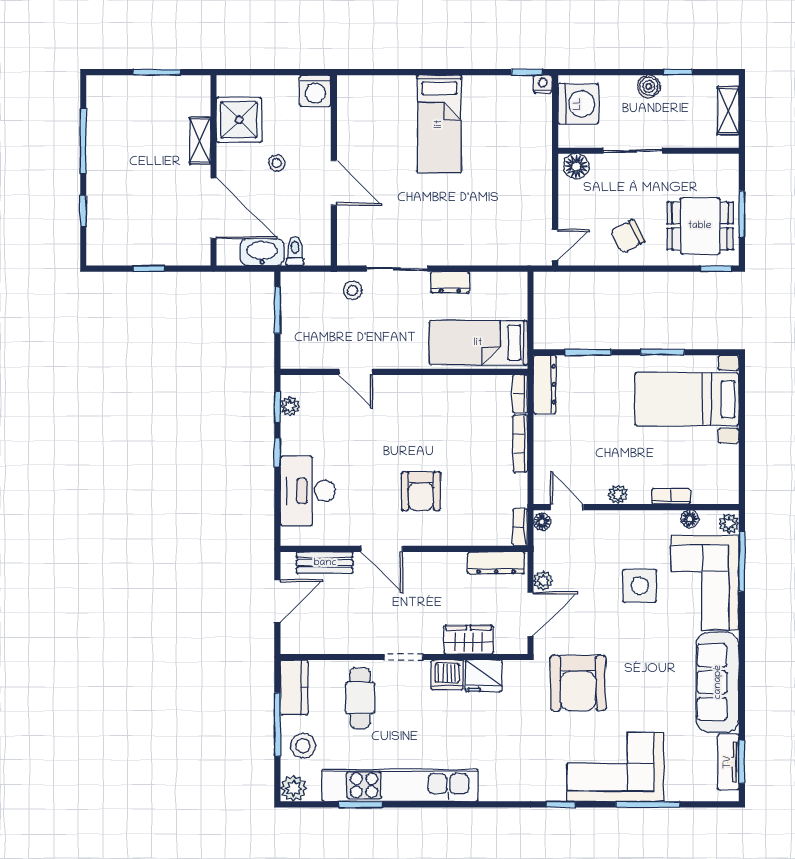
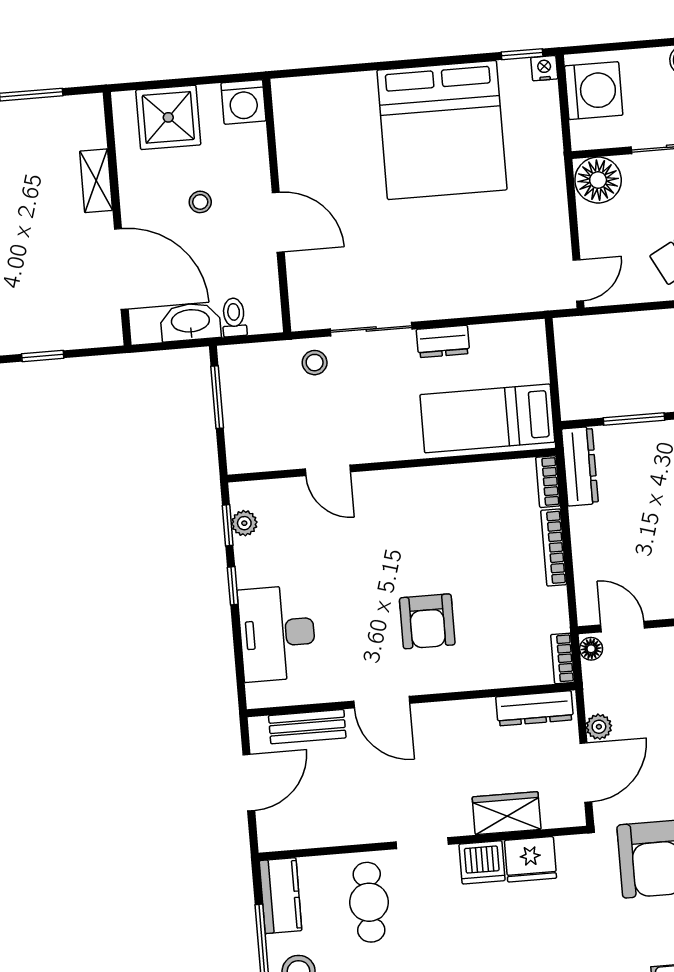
shower: (239, 120) -> (168, 117), moved
bed: (439, 124) -> (442, 130), width x2.04
floor lamp: (576, 166) -> (598, 180), width x1.38, depth x1.38

